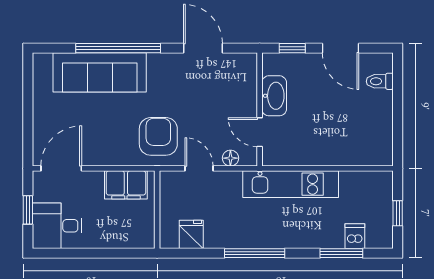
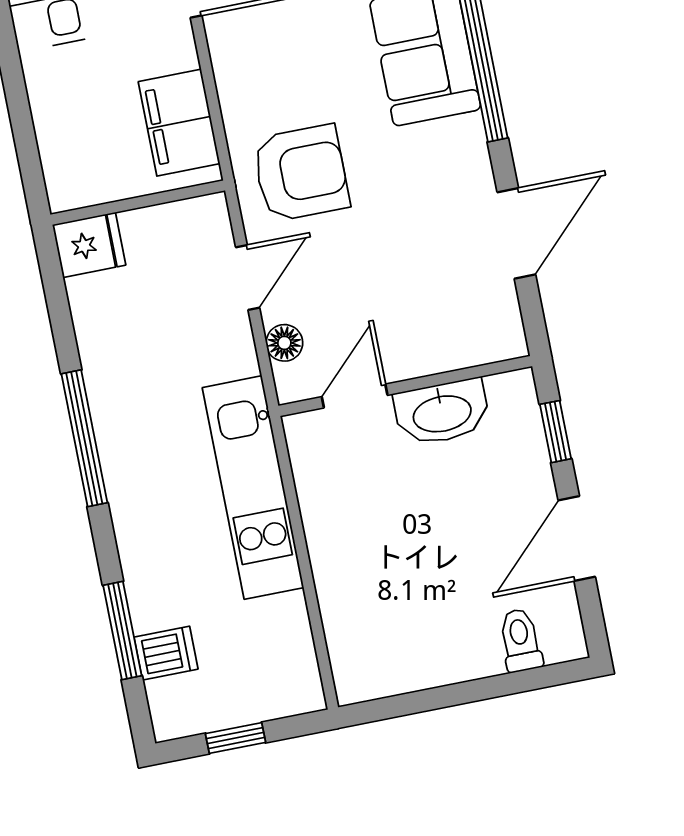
fridge: (191, 234) -> (89, 245), moved

